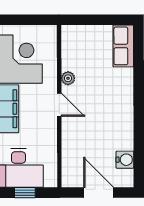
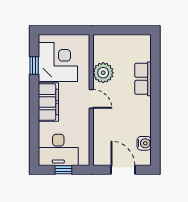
row of seats: (123, 46) -> (143, 79), moved
plant: (68, 78) -> (103, 73), width x1.88, depth x1.88

